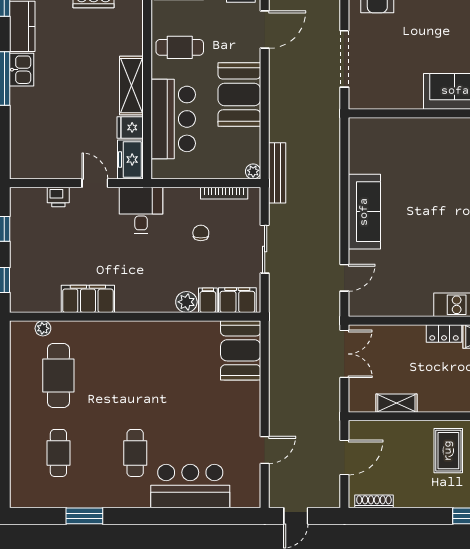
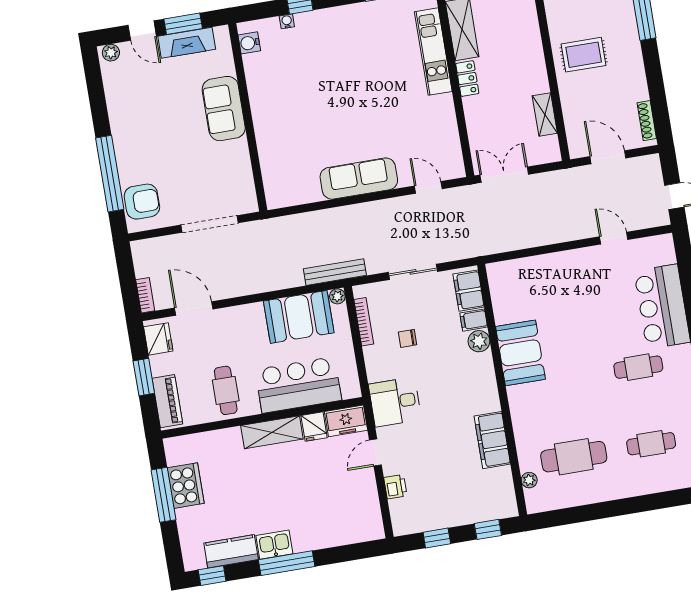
booth: (239, 94) -> (299, 317), moved
booth: (241, 350) -> (520, 353), moved, turned 90

